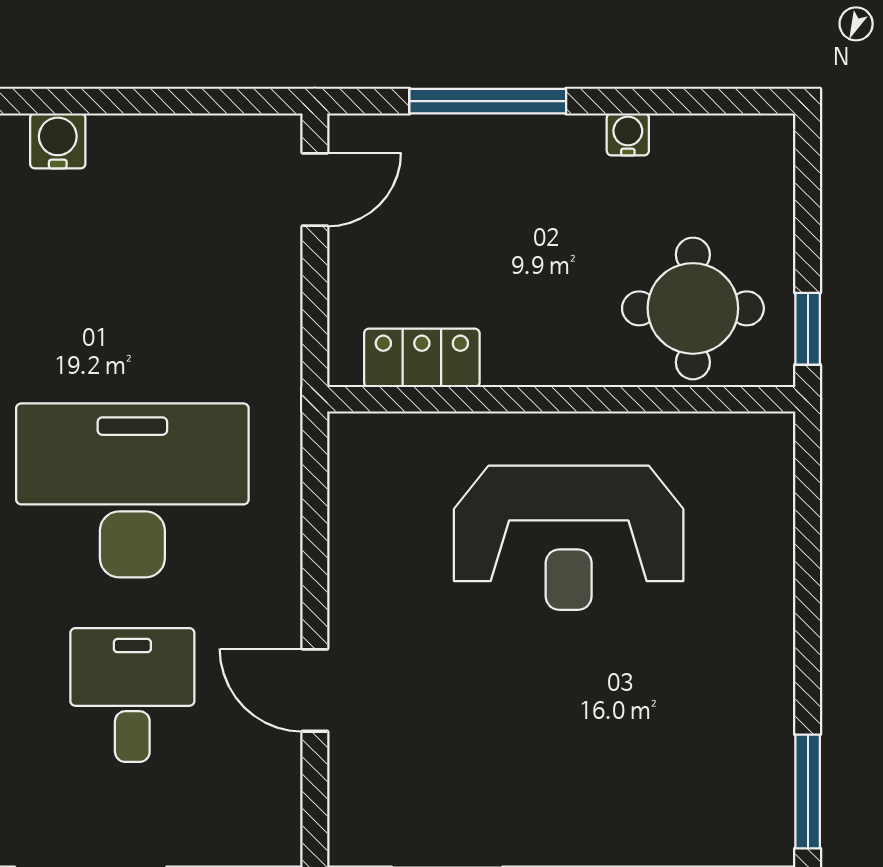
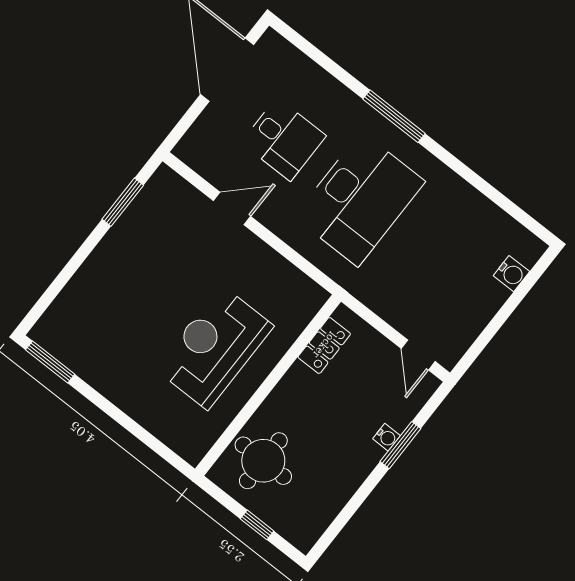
window: (488, 101) -> (400, 445), width x0.69
water cooler: (628, 134) -> (387, 437), moved
window: (808, 329) -> (257, 525), moved

